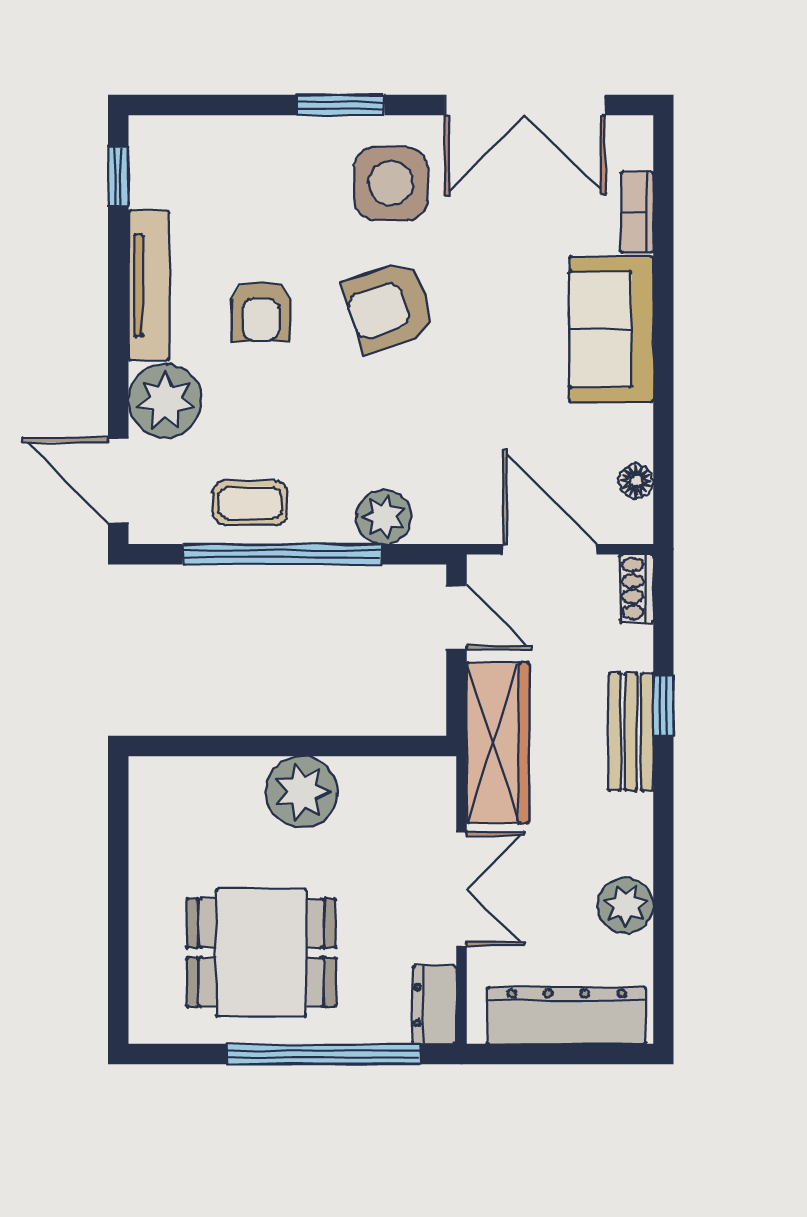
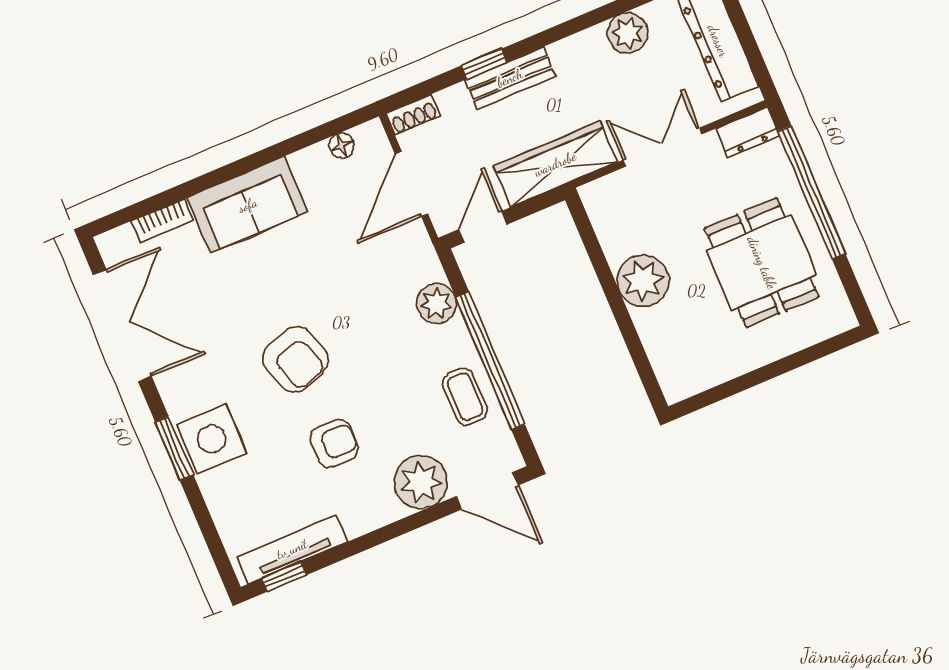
side table: (391, 183) -> (212, 439), moved
tv unit: (149, 285) -> (292, 549), moved
door: (118, 481) -> (487, 491), hinge flipped

